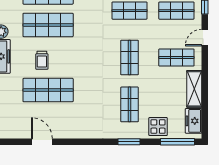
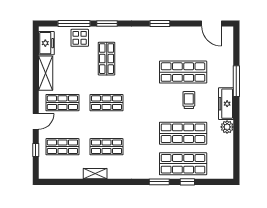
shop shelf: (130, 58) -> (107, 103), turned 90
door: (42, 142) -> (212, 23), moved
window: (73, 142) -> (160, 23), added
window: (178, 142) -> (74, 23), moved

